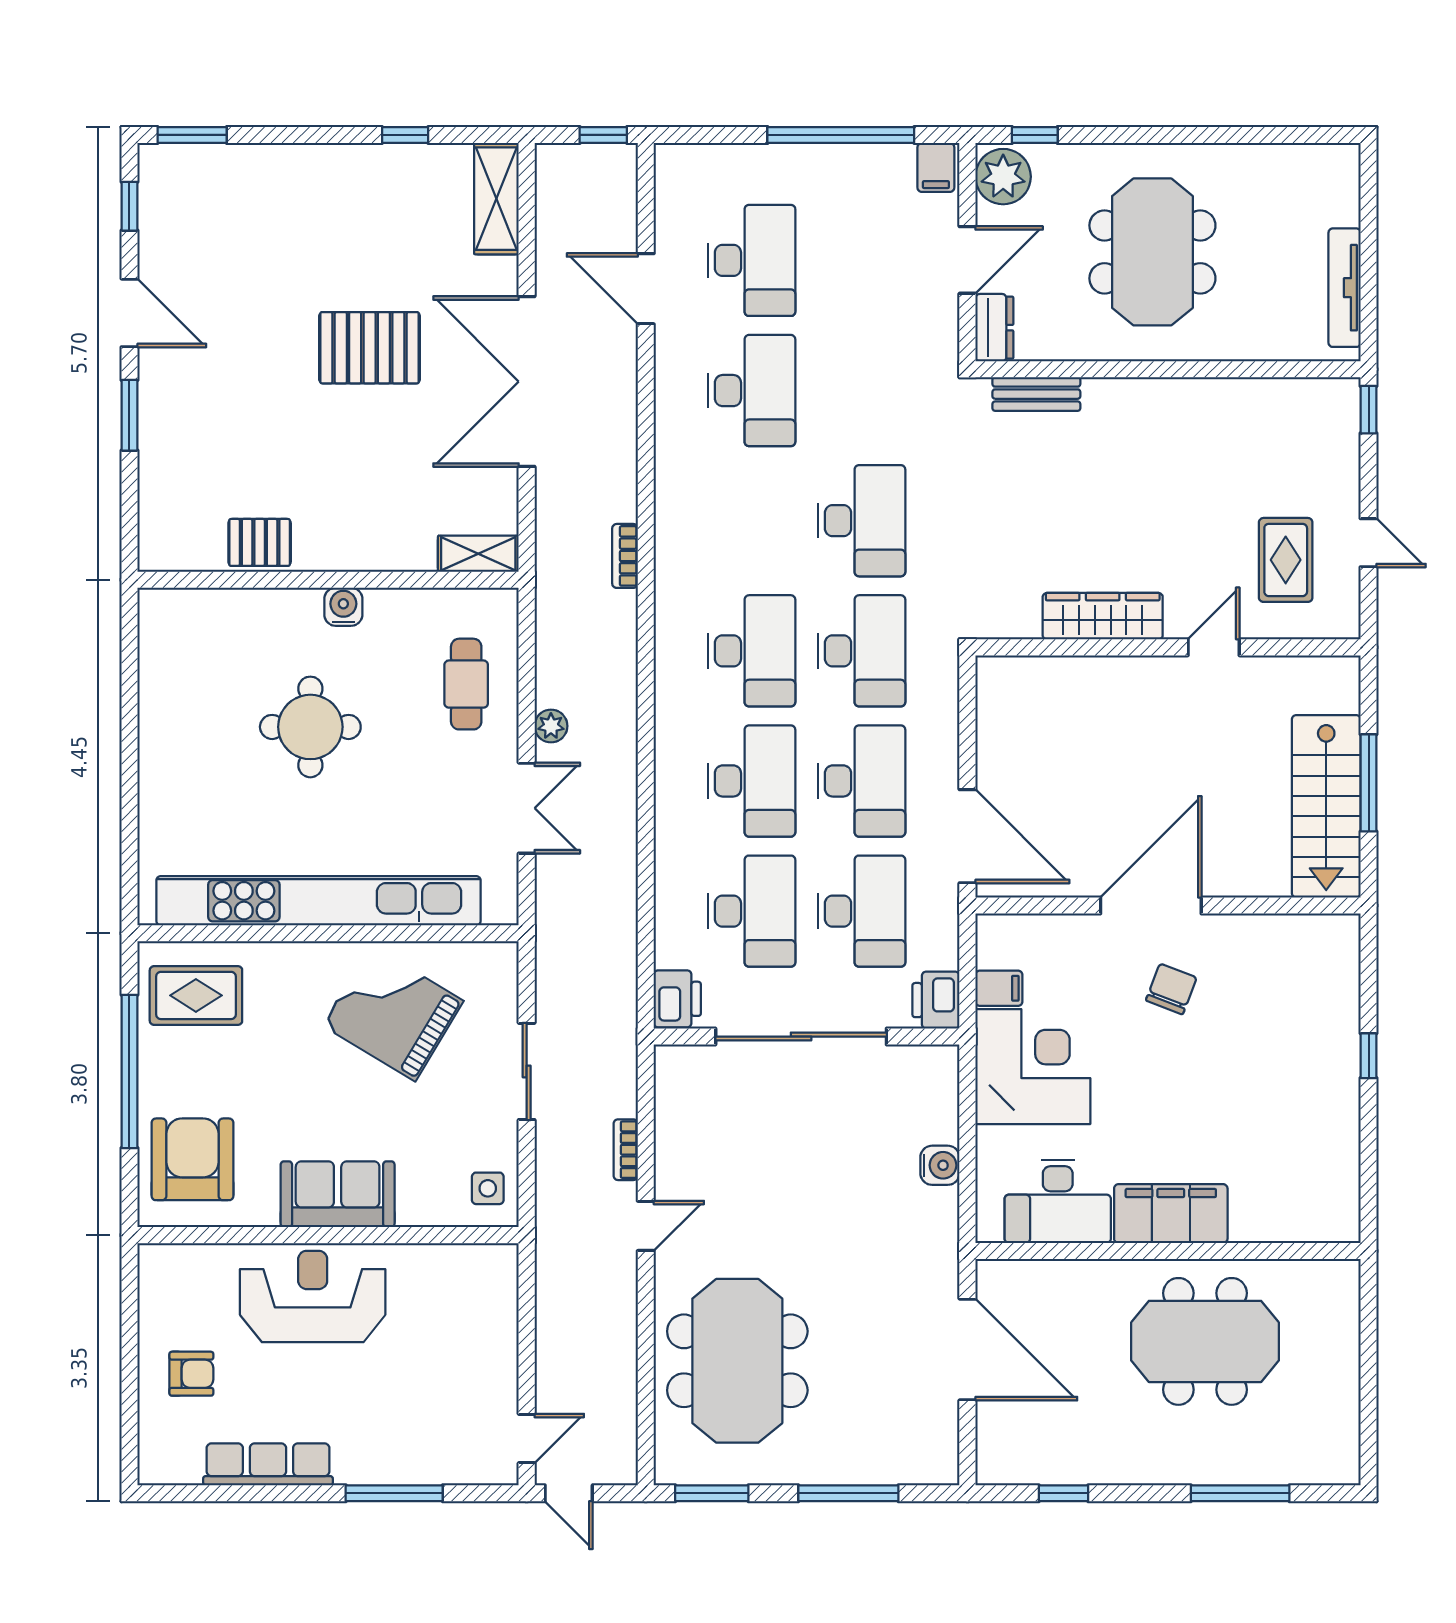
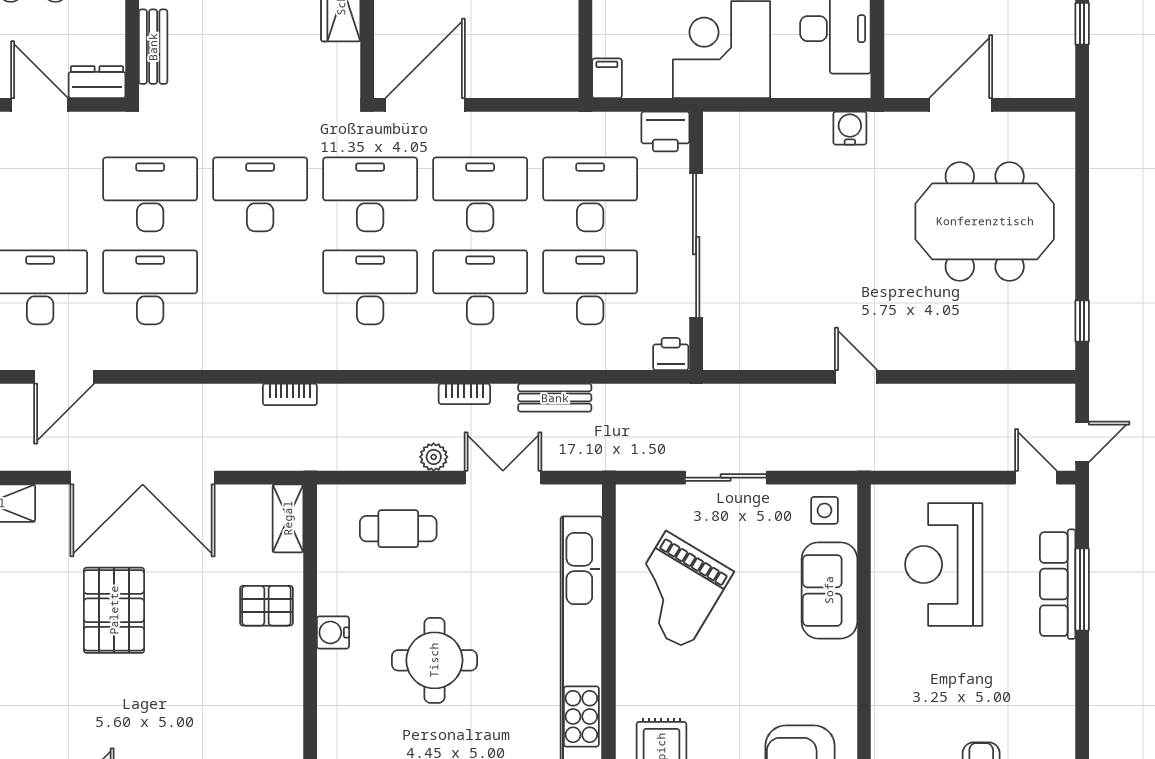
desk: (862, 391) -> (150, 194), added
pallet: (260, 542) -> (266, 606), moved, turned 90
door: (967, 836) -> (425, 105), moved
bench: (621, 869) -> (555, 398), added
filing cabinet: (999, 988) -> (607, 78), moved
printer: (677, 999) -> (671, 354), width x0.73, depth x0.81
bookcase: (626, 1150) -> (464, 394), moved
water cooler: (940, 1165) -> (850, 128), moved
sofa: (338, 1194) -> (829, 590), moved
reception desk: (313, 1296) -> (944, 565), moved
door: (967, 1349) -> (961, 105), width x0.73
meeting table: (737, 1361) -> (985, 221), moved
row of seats: (268, 1464) -> (1058, 584), moved
window: (712, 1493) -> (1082, 321), width x0.67
window: (848, 1493) -> (1082, 206), removed

